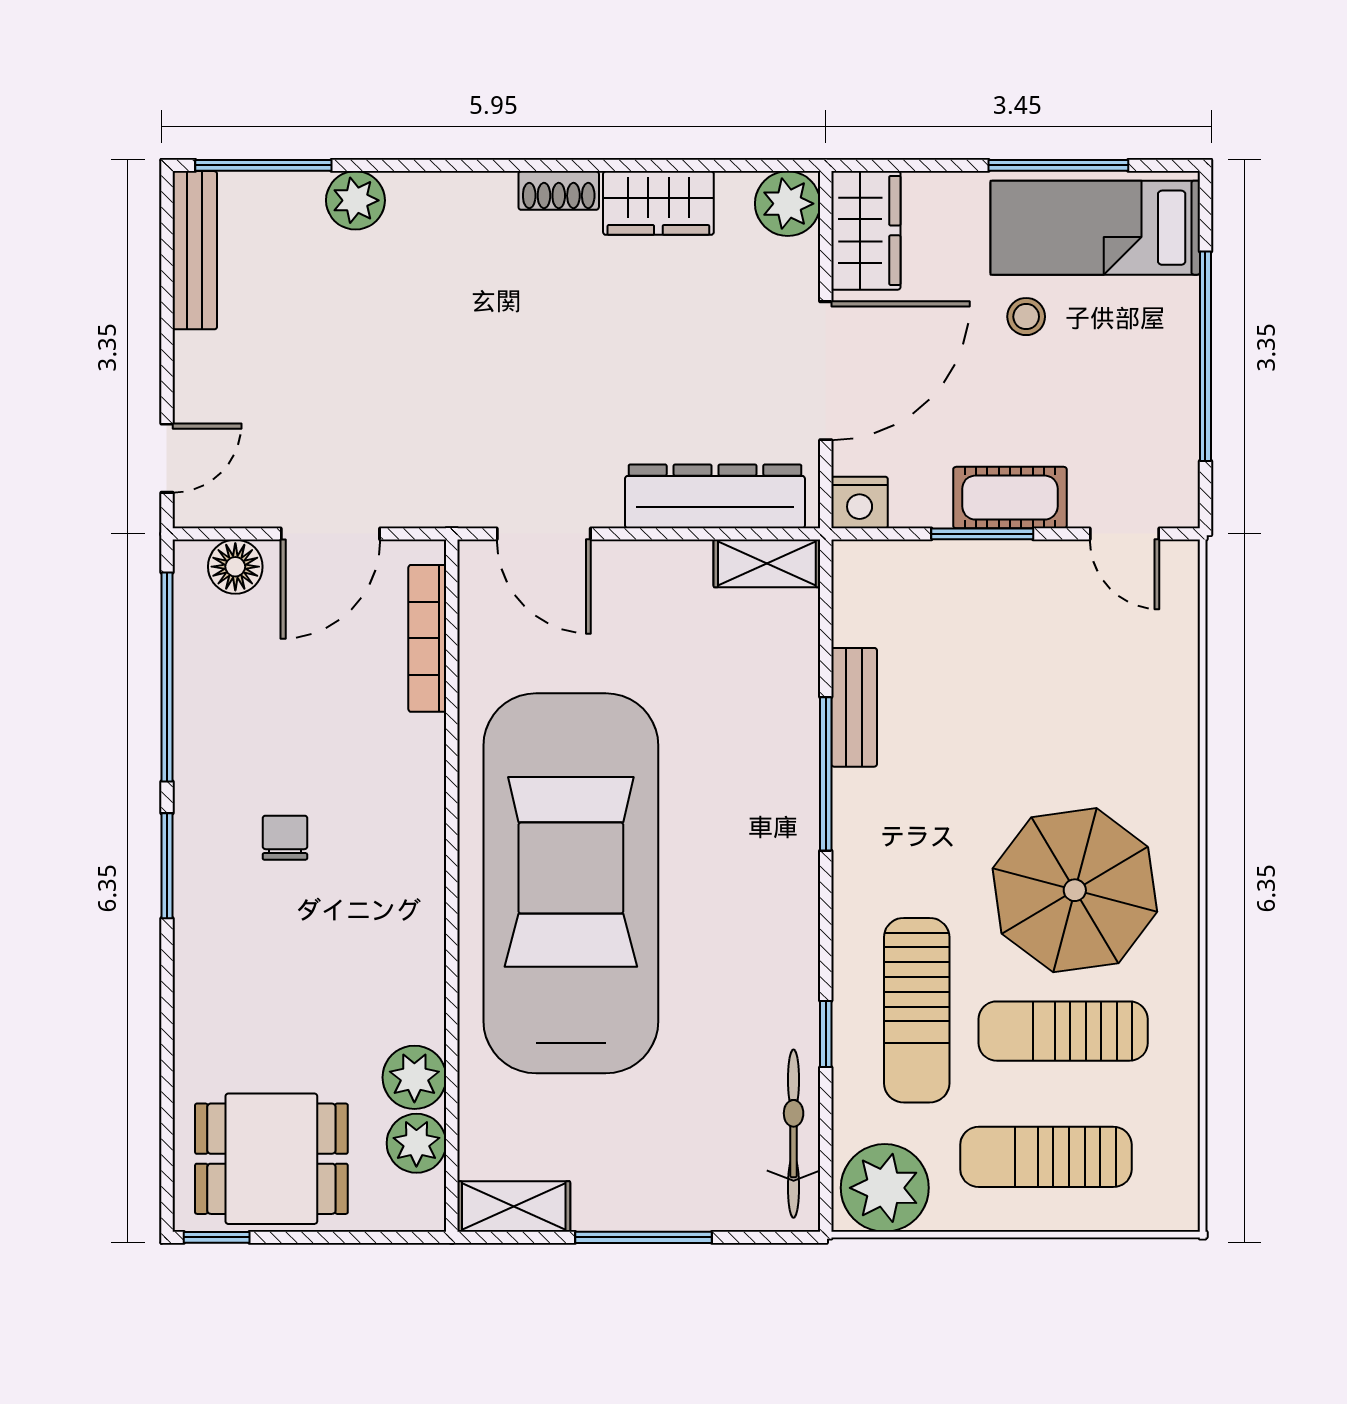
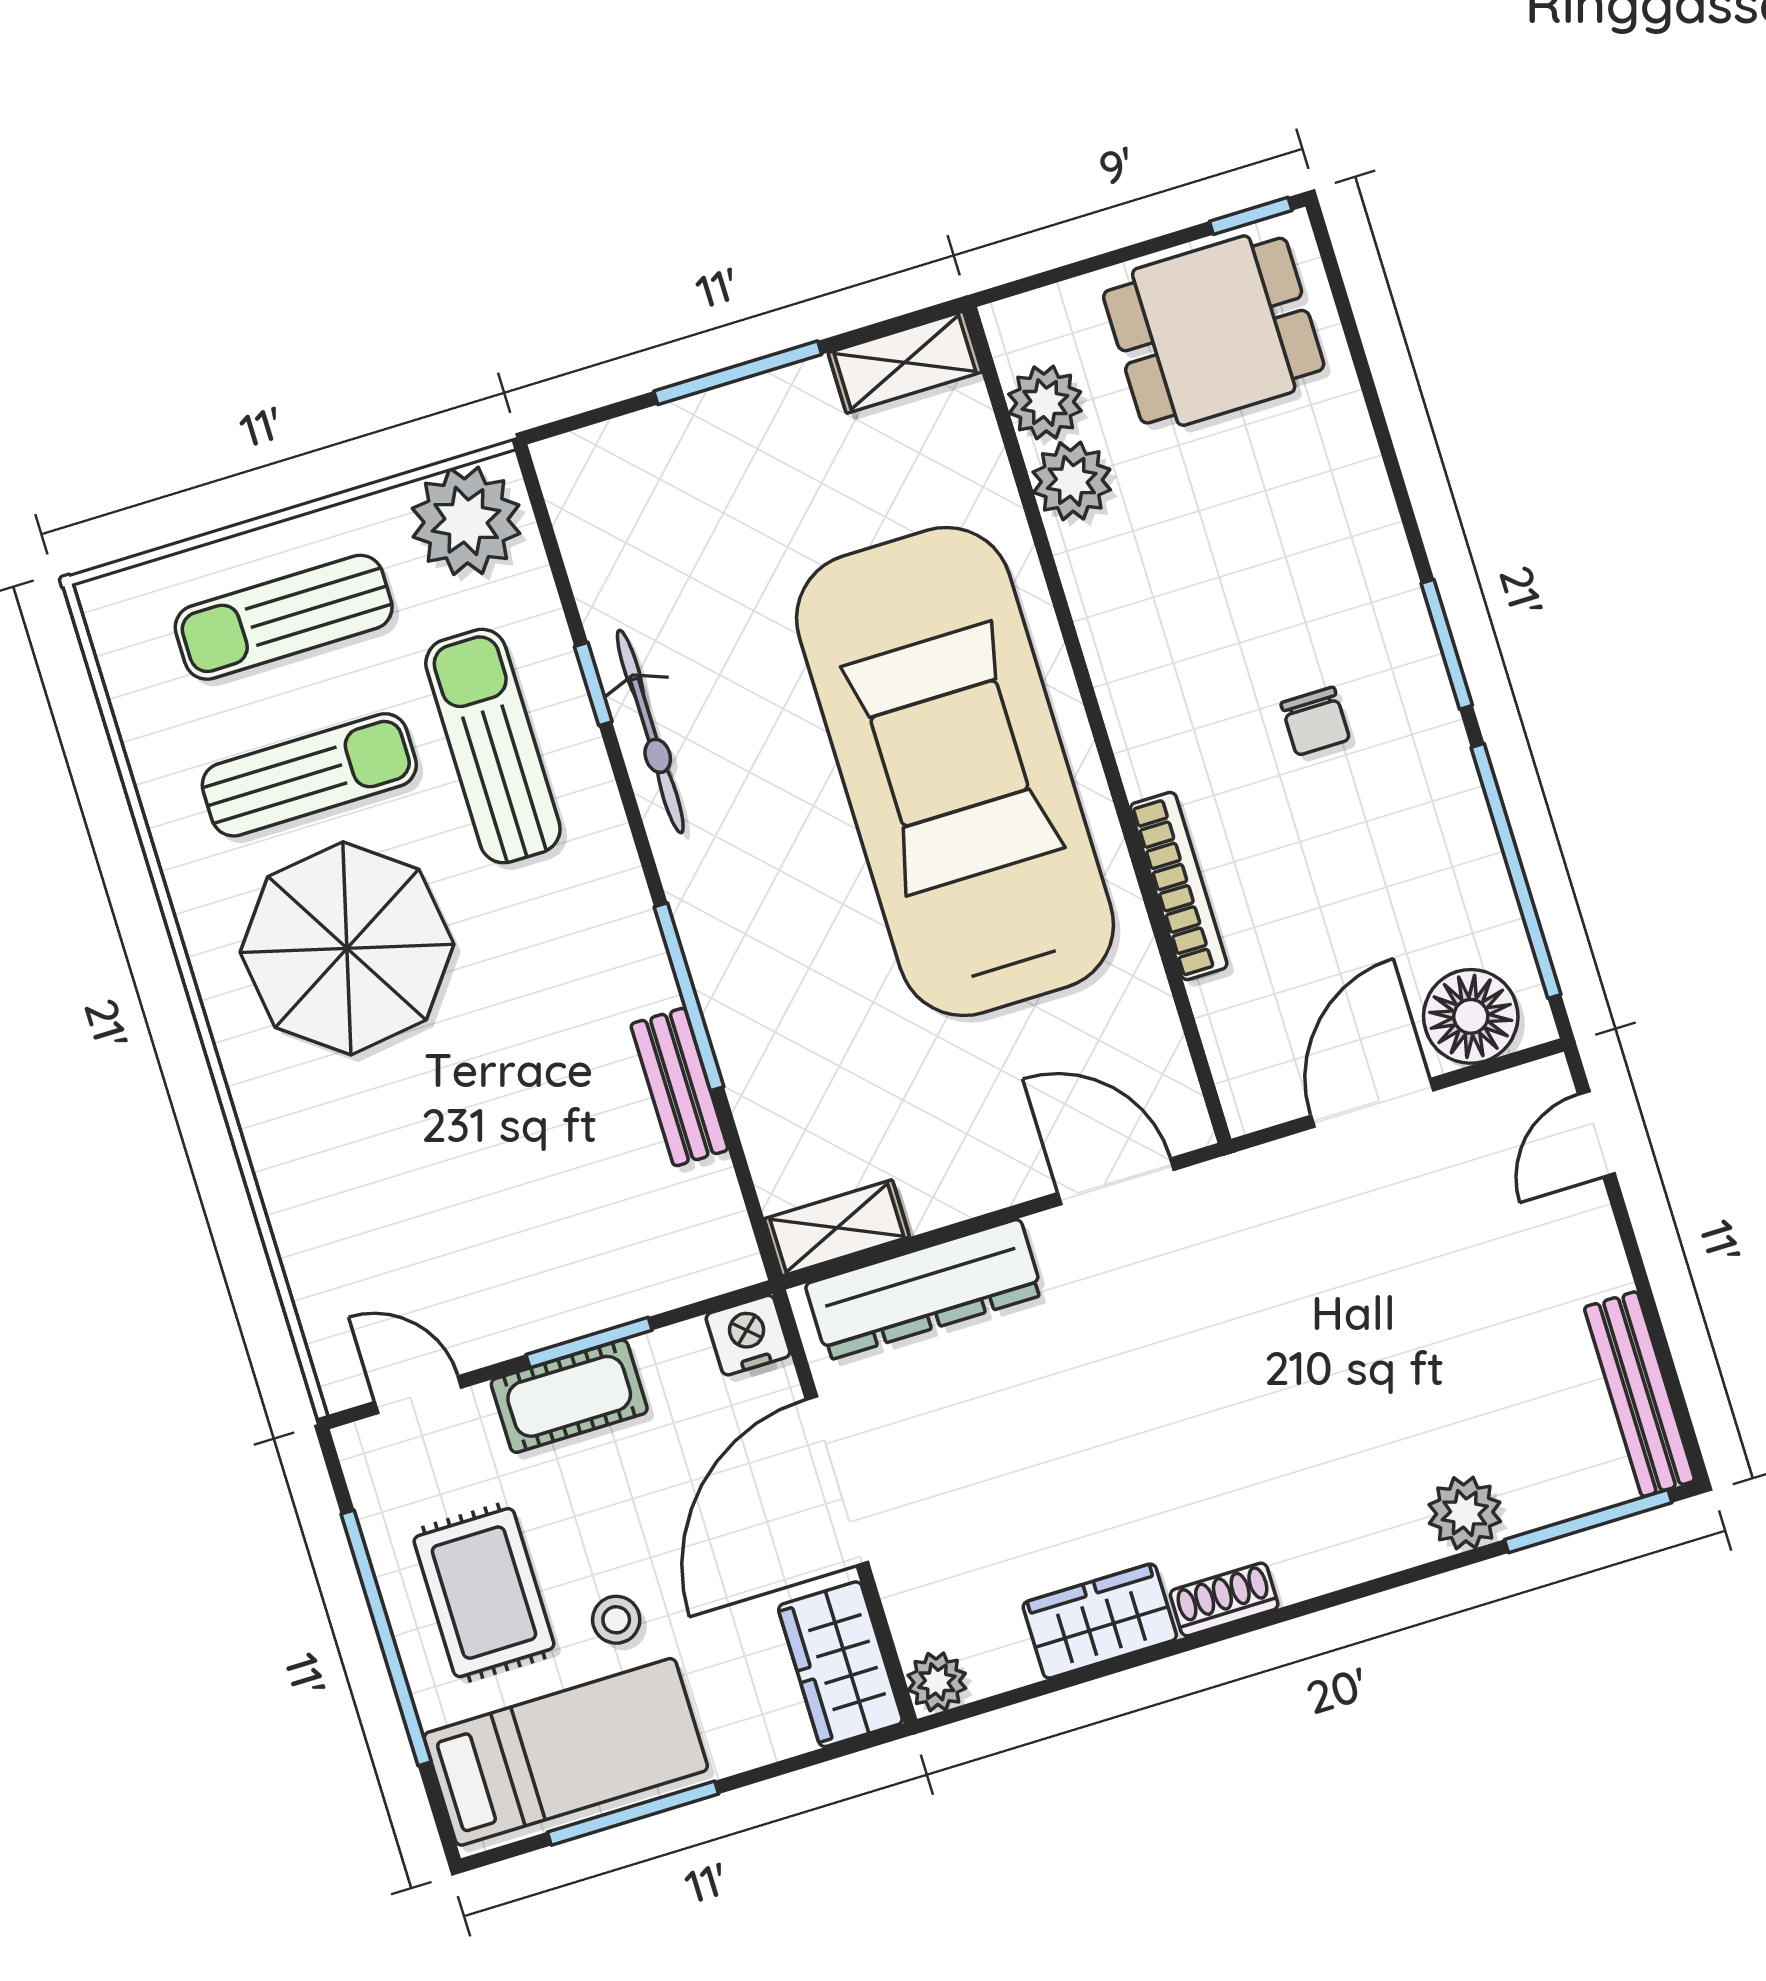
plant: (788, 204) -> (937, 1682), width x0.73, depth x0.73
rug: (1121, 368) -> (484, 1593), added
floor lamp: (235, 567) -> (1471, 1016), width x1.38, depth x1.38
bookcase: (427, 638) -> (1179, 886), moved
car: (571, 883) -> (955, 772), turned 180
bicycle: (794, 1134) -> (650, 732), moved
sun lounger: (1046, 1157) -> (284, 617), turned 180

